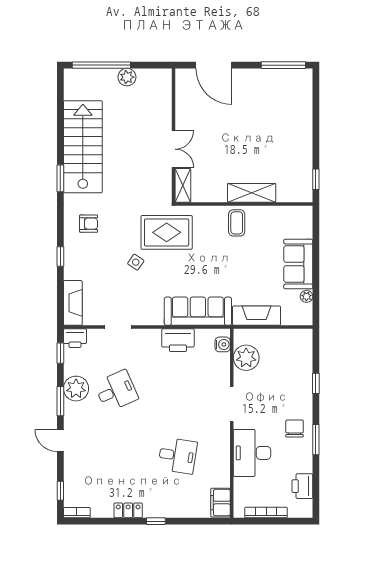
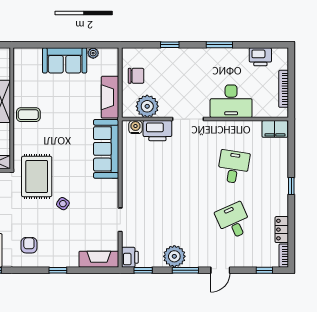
printer: (178, 340) -> (157, 131), moved, turned 90
desk: (116, 391) -> (233, 221), moved
chair: (295, 429) -> (136, 76), moved, turned 180
locker: (128, 510) -> (282, 230), moved

